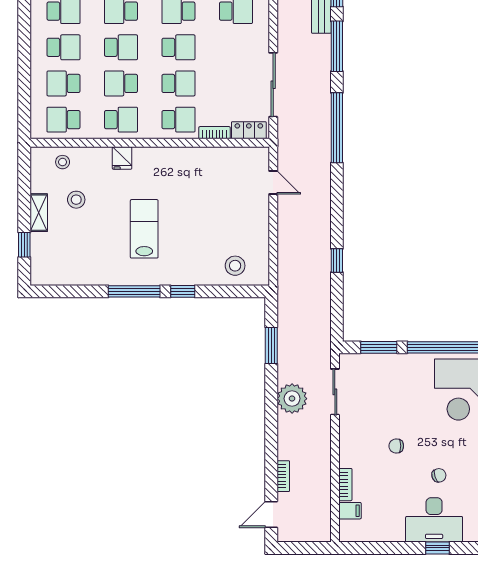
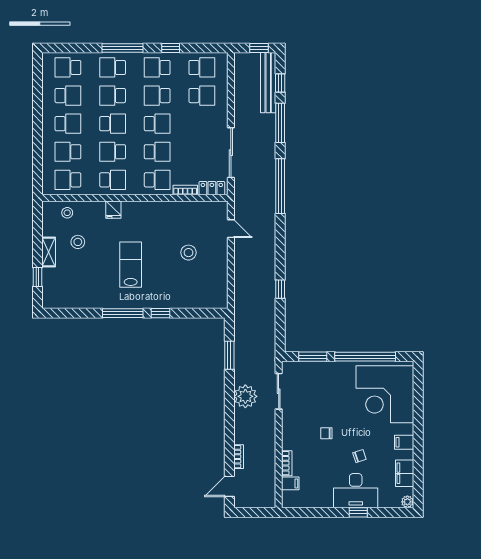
stool: (235, 266) -> (188, 253), moved

